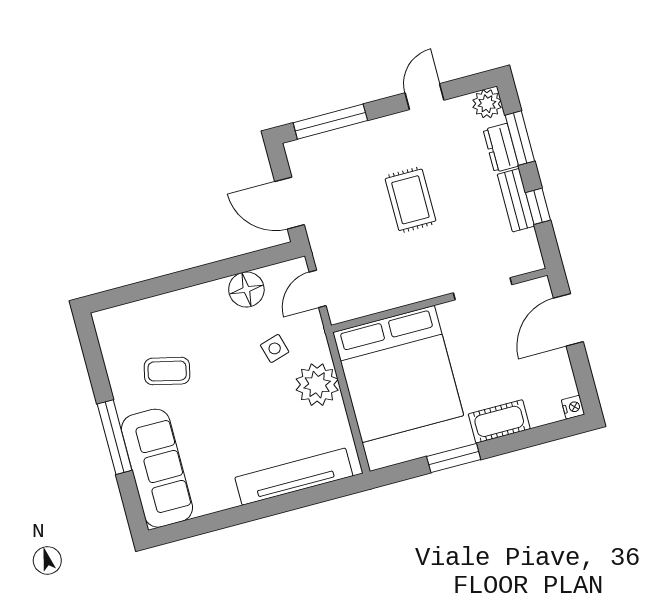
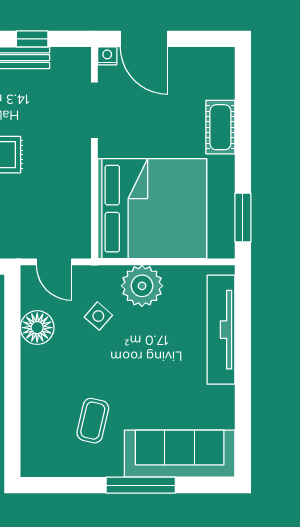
side table: (275, 348) -> (98, 316), turned -33
nightstand: (573, 407) -> (107, 56), moved
window: (454, 458) -> (243, 218), moved

